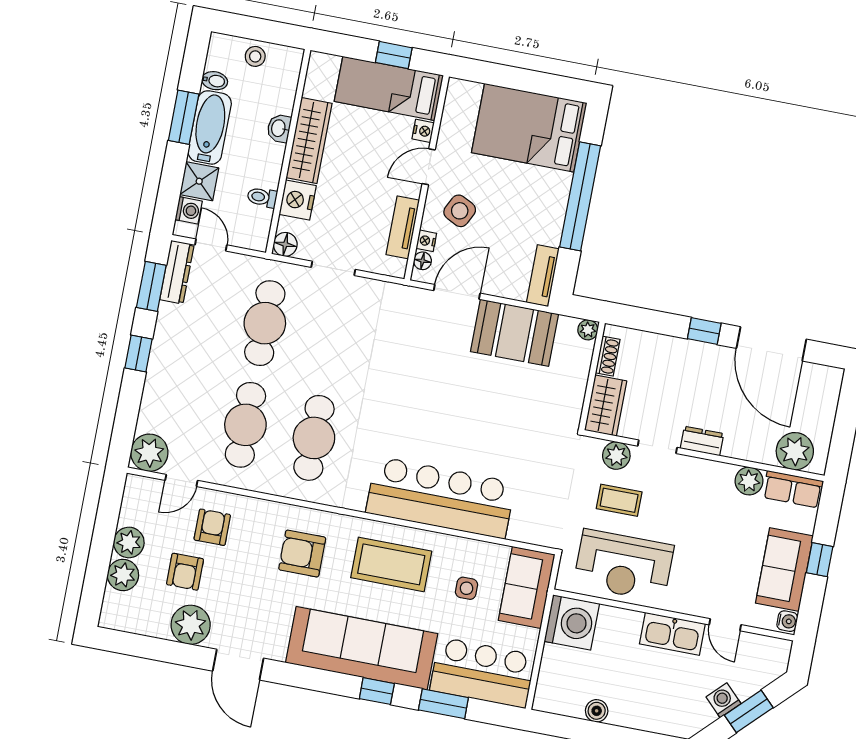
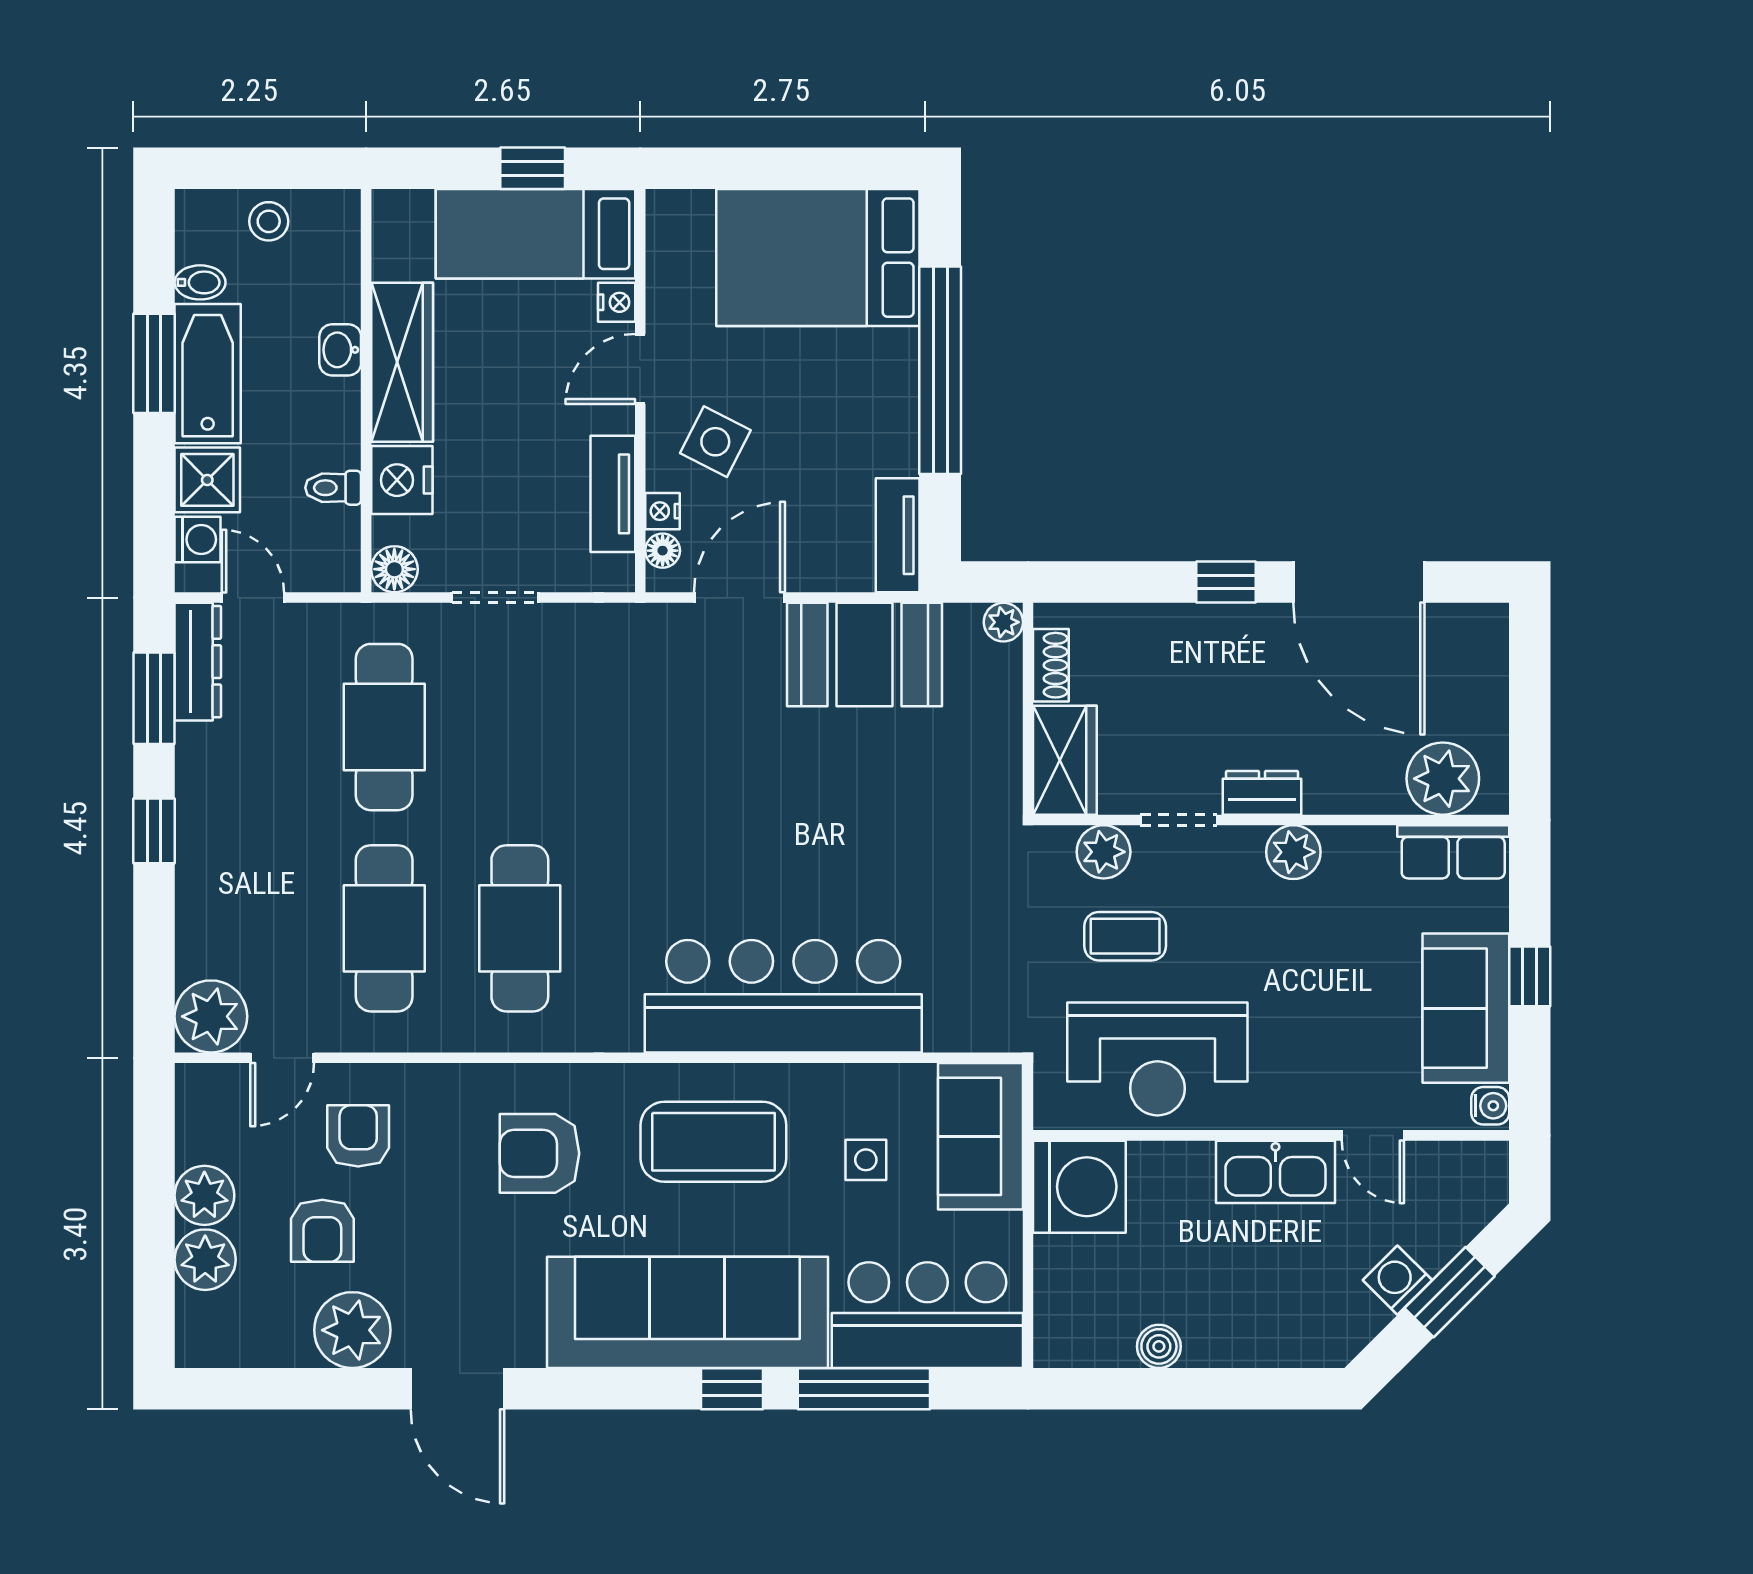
plant: (749, 481) -> (1293, 852), moved
window: (443, 704) -> (864, 1389), width x1.44

